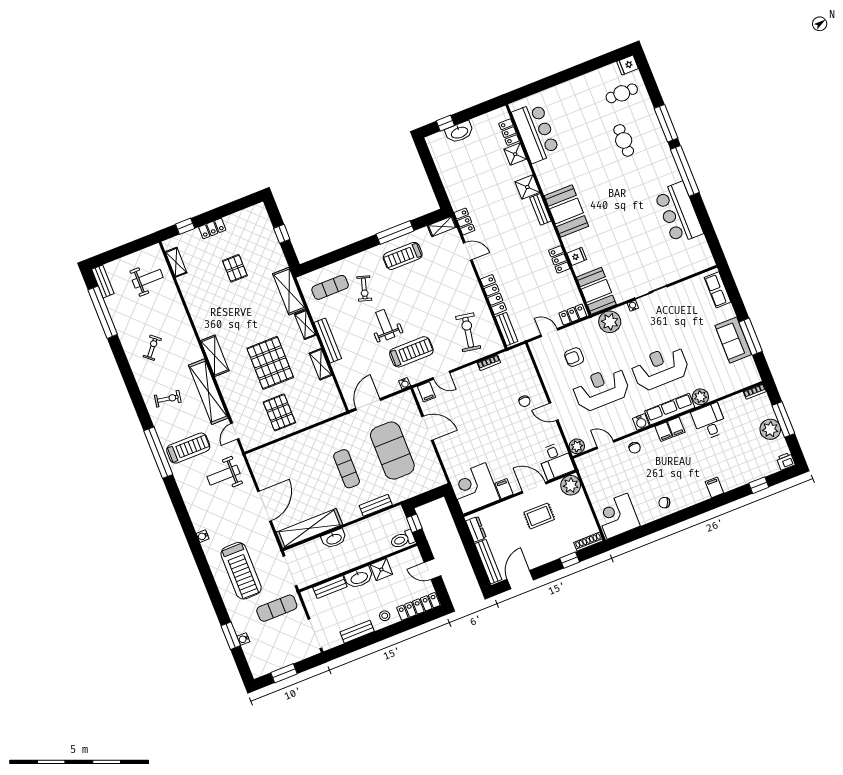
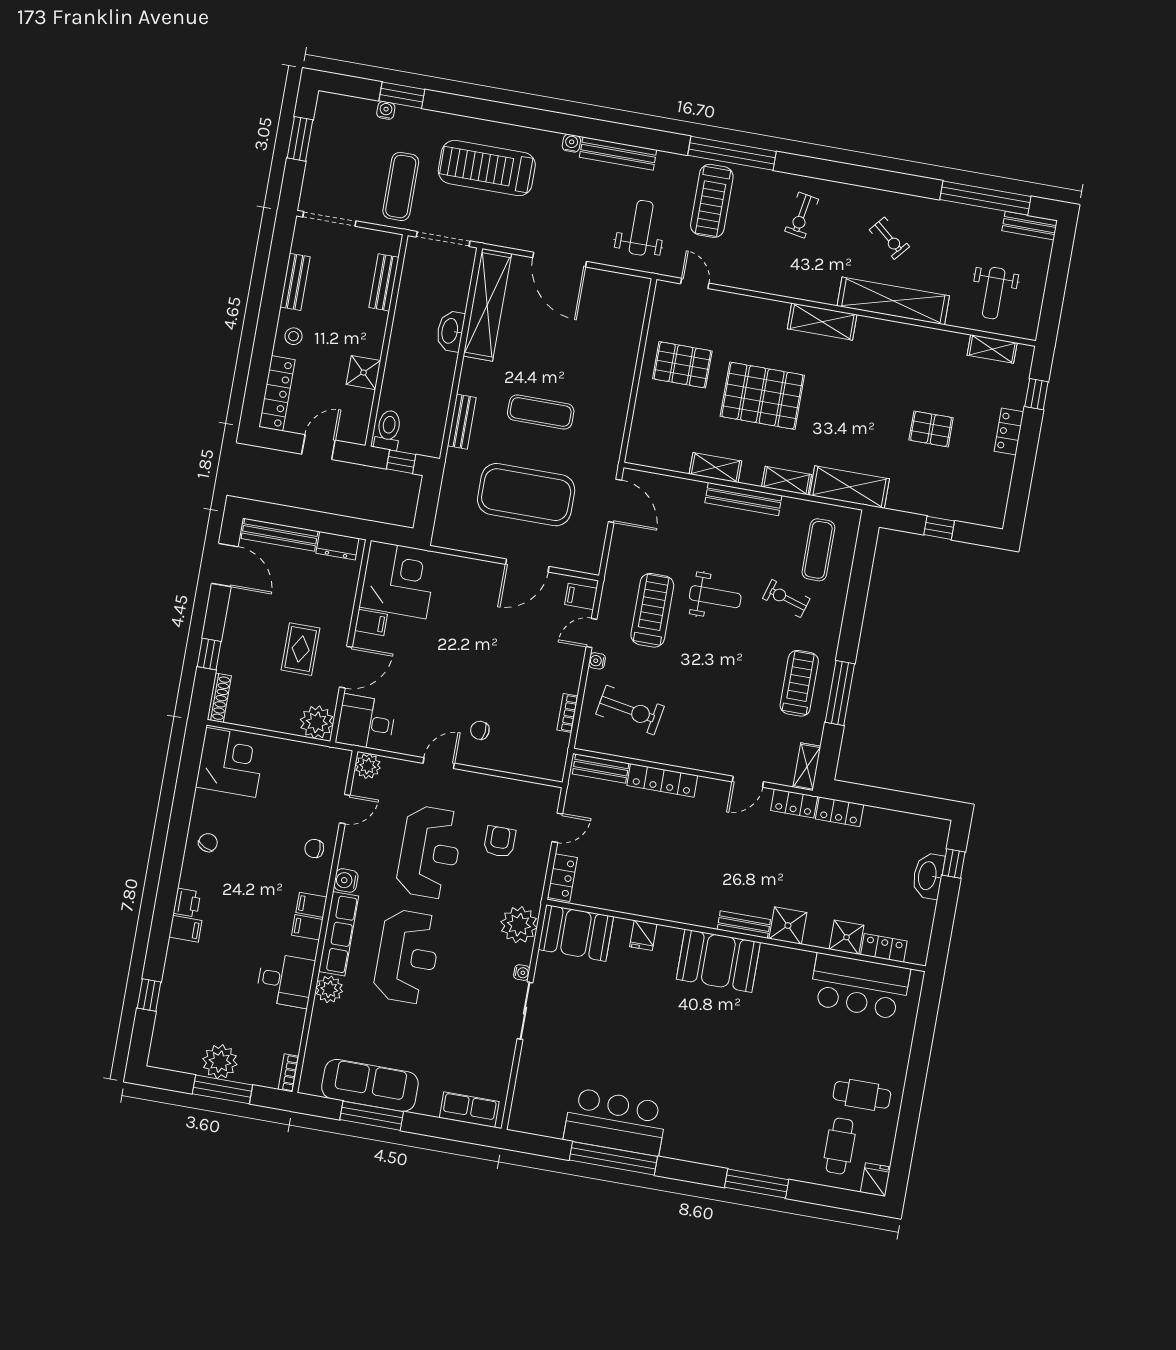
cafe table: (624, 140) -> (862, 1095), moved
window: (685, 171) -> (613, 1158), moved
locker: (559, 259) -> (840, 812), moved, turned 180
sofa: (733, 340) -> (370, 1085), width x1.36
treadmill: (411, 352) -> (652, 610), turned 180
water cooler: (405, 383) -> (597, 661), moved
shelving: (208, 392) -> (893, 301), moved
printer: (786, 461) -> (187, 903), moved
bench: (193, 510) -> (618, 153), added
washbasin: (359, 578) -> (372, 333), removed

